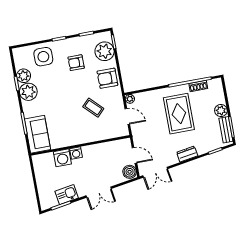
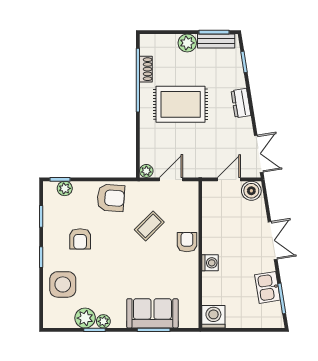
plant: (105, 51) -> (65, 188), width x0.53, depth x0.53
armchair: (107, 78) -> (111, 198), turned -86
plant: (28, 92) -> (103, 321), width x0.53, depth x0.53
sofa: (38, 134) -> (152, 313), moved
armchair: (87, 135) -> (187, 242), added
washing machine: (62, 158) -> (213, 317), moved, turned -90

